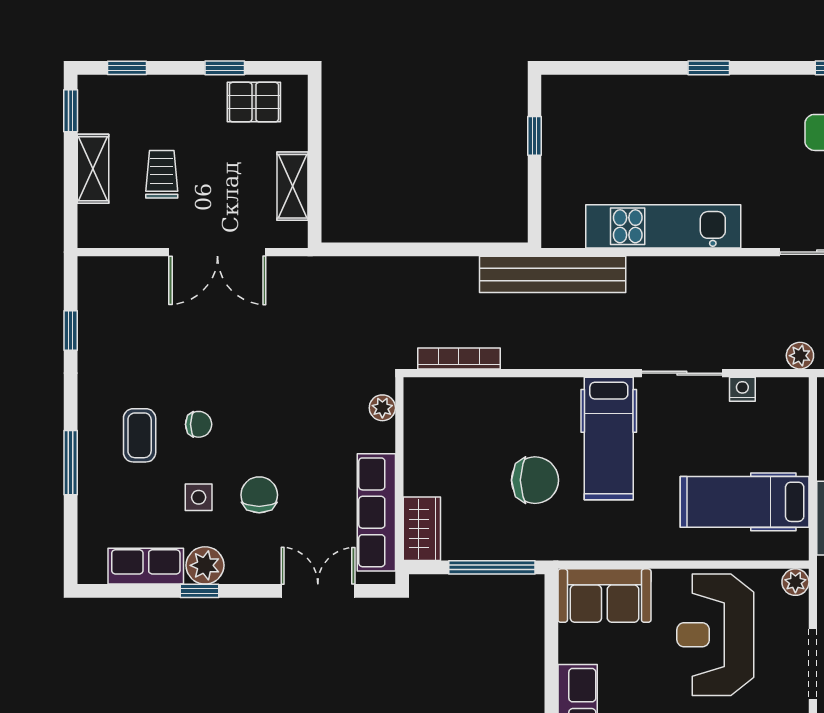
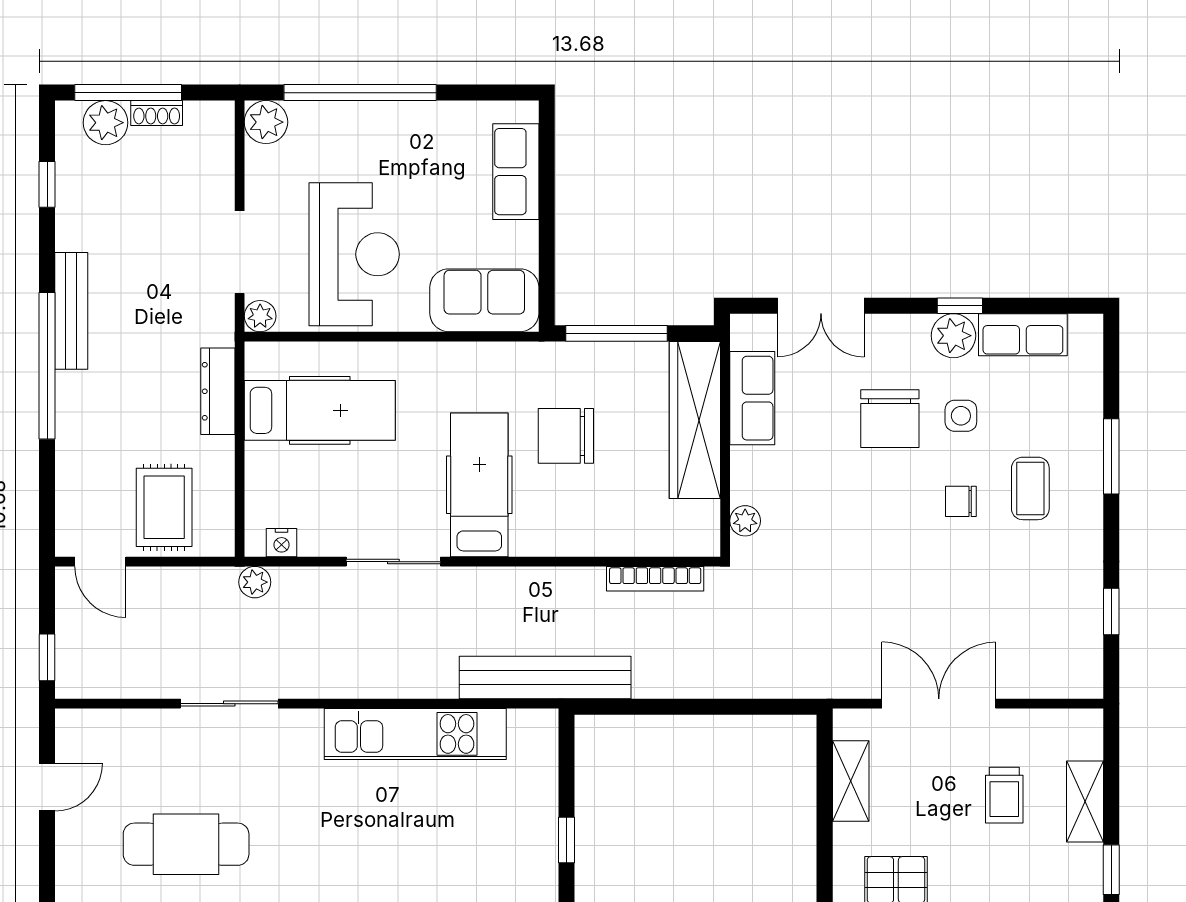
nightstand: (742, 389) -> (282, 543), moved
chair: (259, 495) -> (890, 419), width x1.37, depth x1.37
row of seats: (376, 512) -> (752, 398), width x0.68
wardrobe: (422, 529) -> (695, 420), width x2.10, depth x1.17
doorway: (813, 664) -> (240, 252), moved

